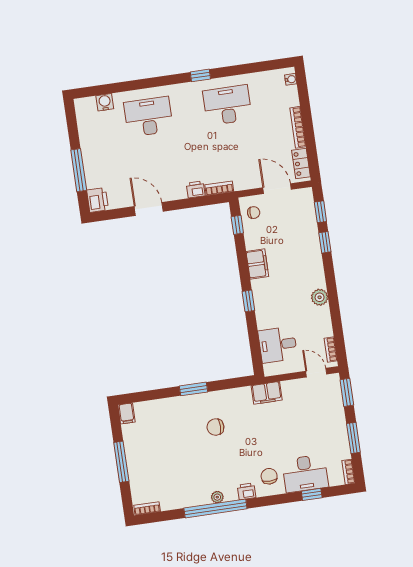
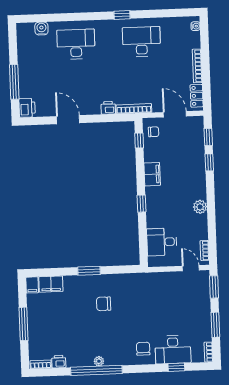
bookcase: (219, 188) -> (134, 109), width x1.56
filing cabinet: (267, 393) -> (51, 284), moved
printer: (246, 491) -> (59, 362), moved

